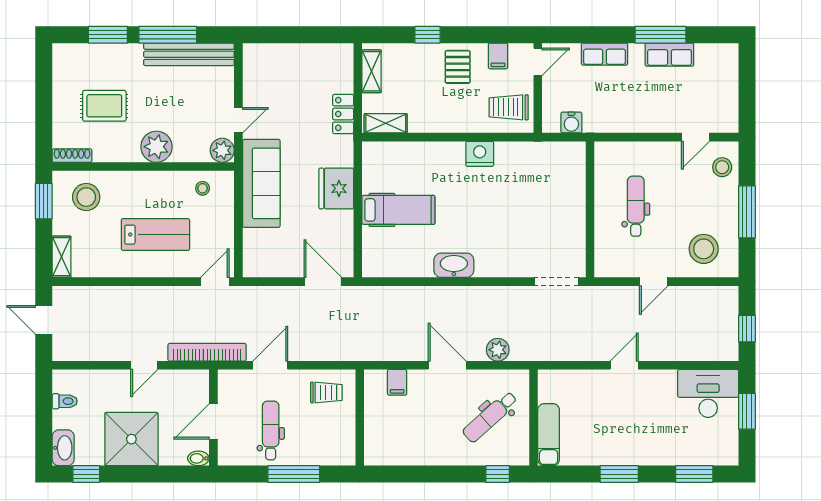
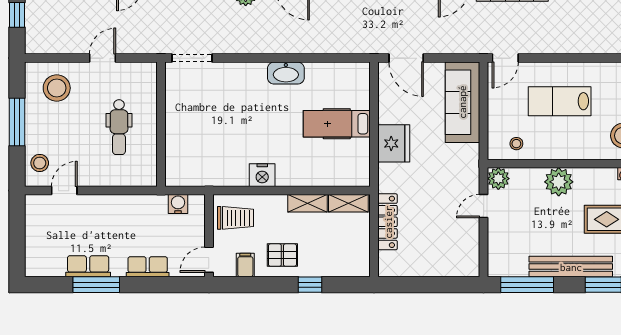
window: (168, 35) -> (527, 285), moved
bench: (189, 54) -> (571, 267), moved
pallet: (458, 67) -> (282, 255), turned 90
shelving: (372, 71) -> (307, 203), moved, turned 90
locker: (343, 114) -> (388, 222), width x1.53
sofa: (261, 183) -> (462, 102), moved

